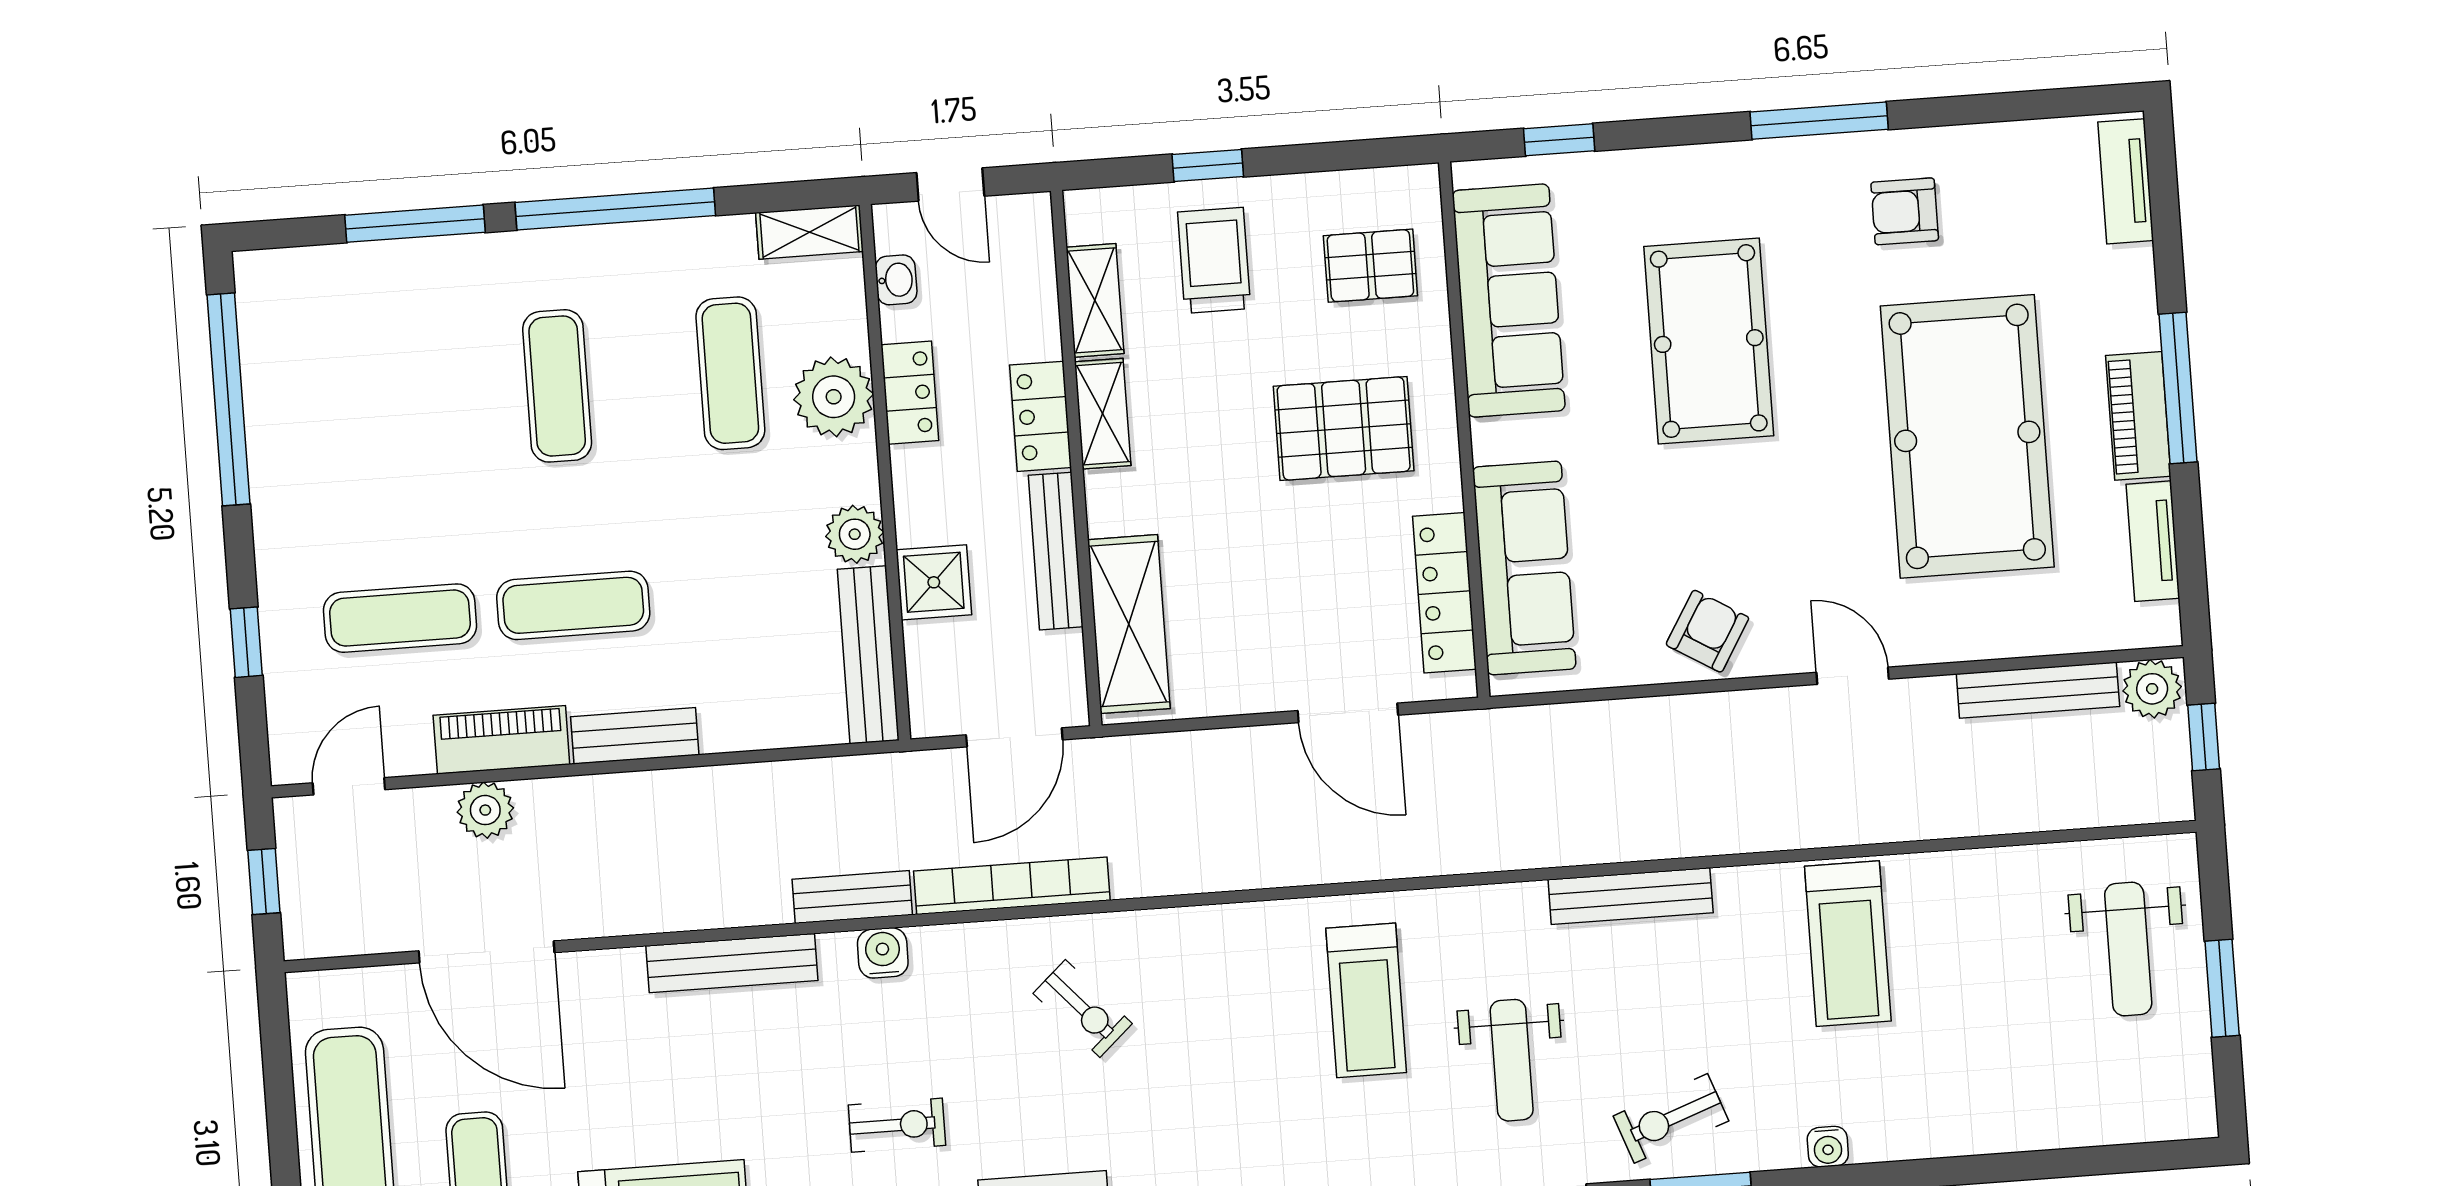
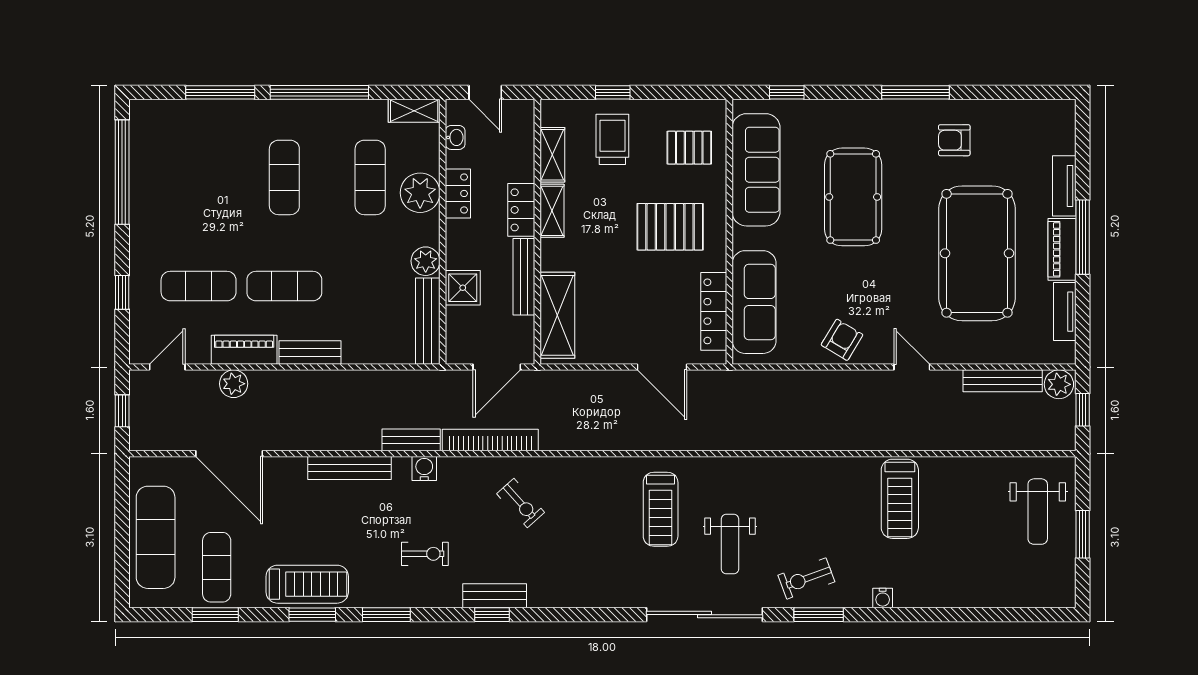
tv unit: (2126, 181) -> (1064, 186), moved
bench: (1631, 896) -> (795, 468), removed

